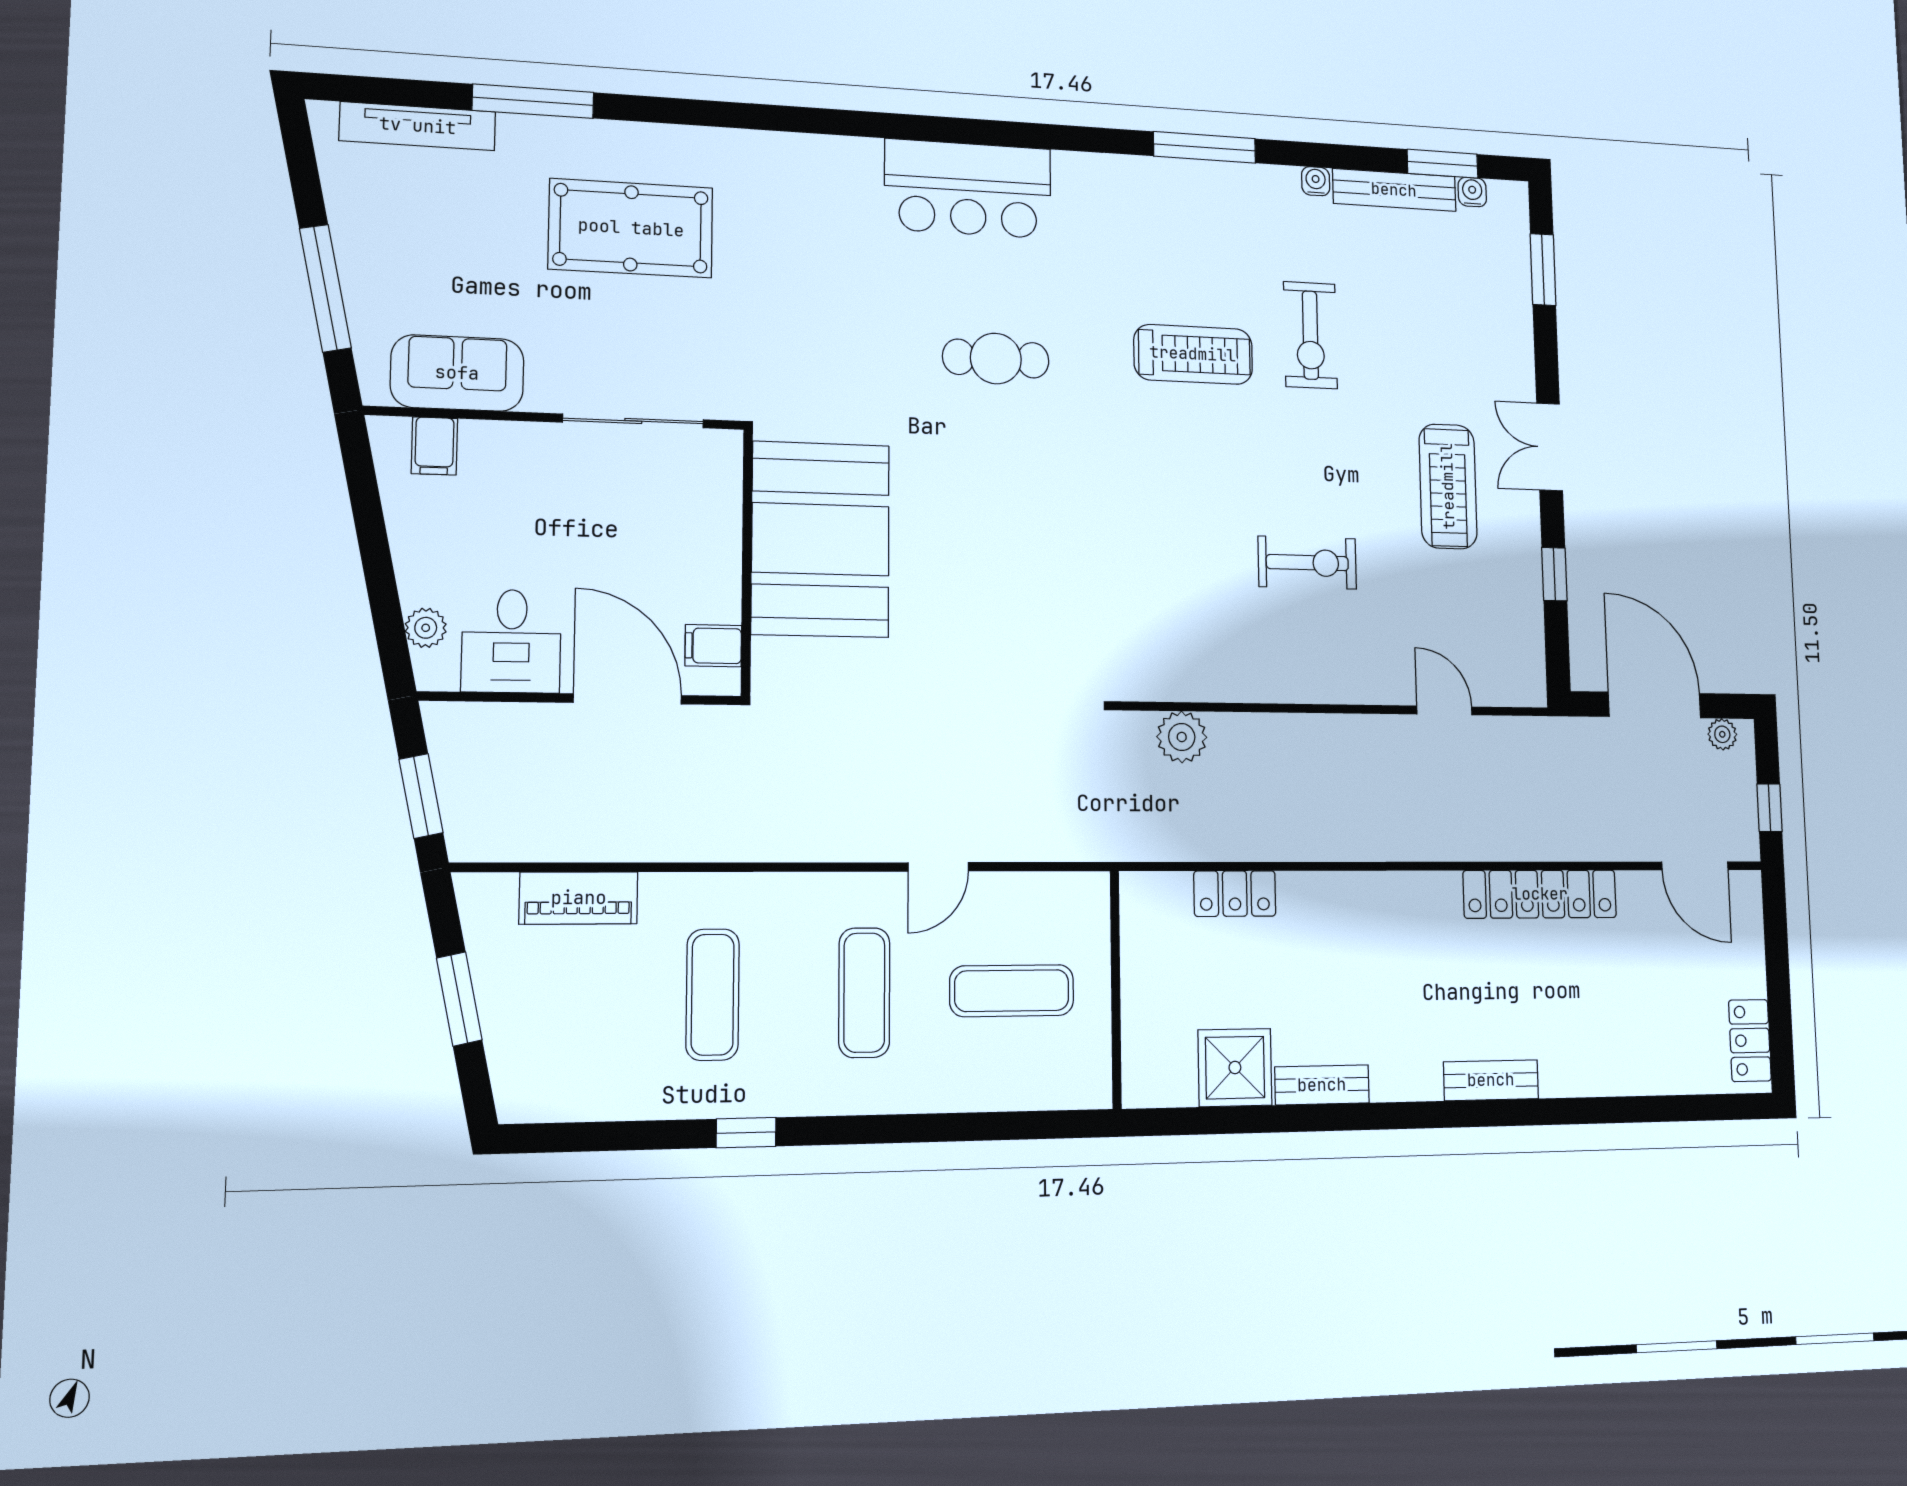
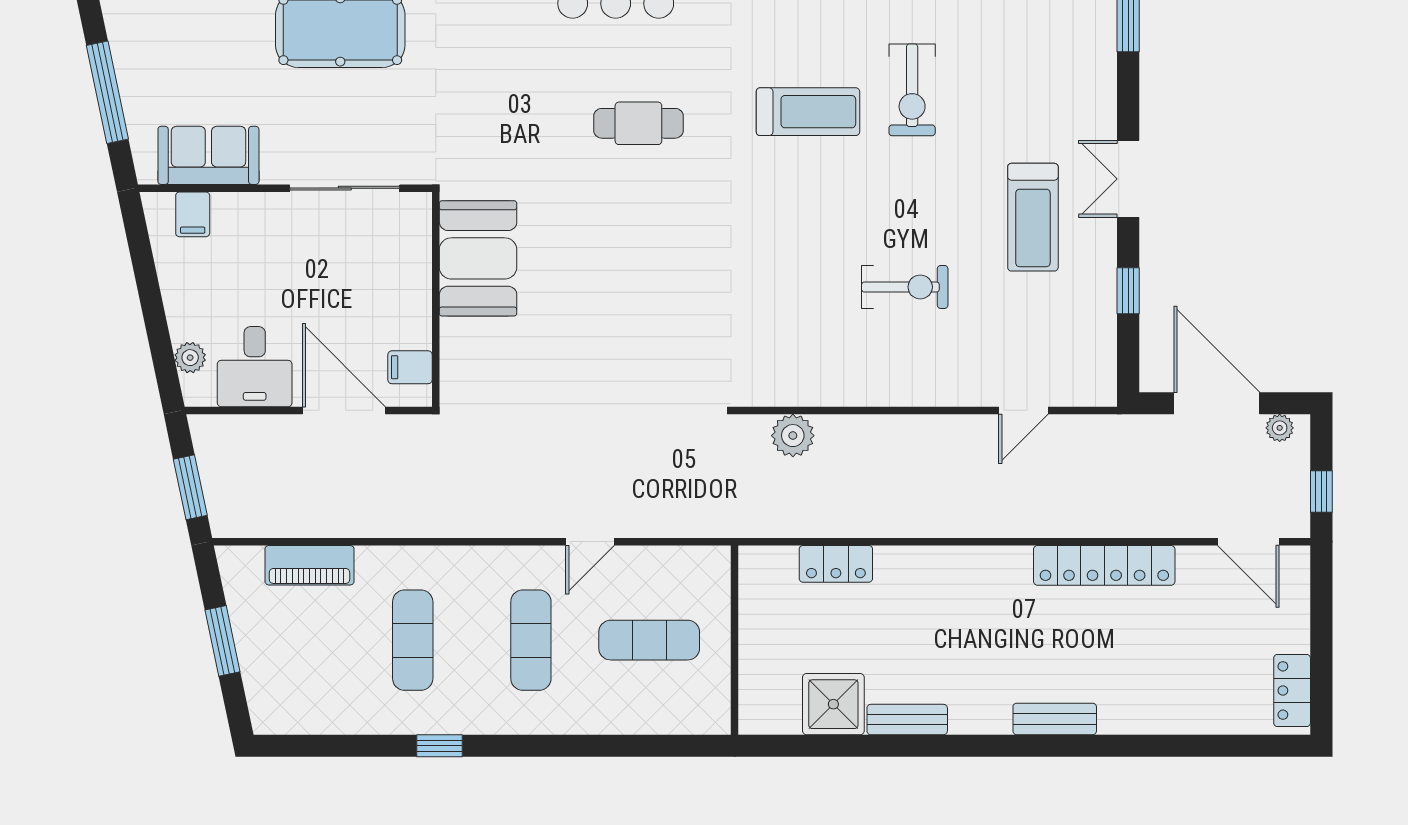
booth: (821, 539) -> (478, 258), width x0.73, depth x0.70
door: (1444, 710) -> (1023, 410), swing flipped

